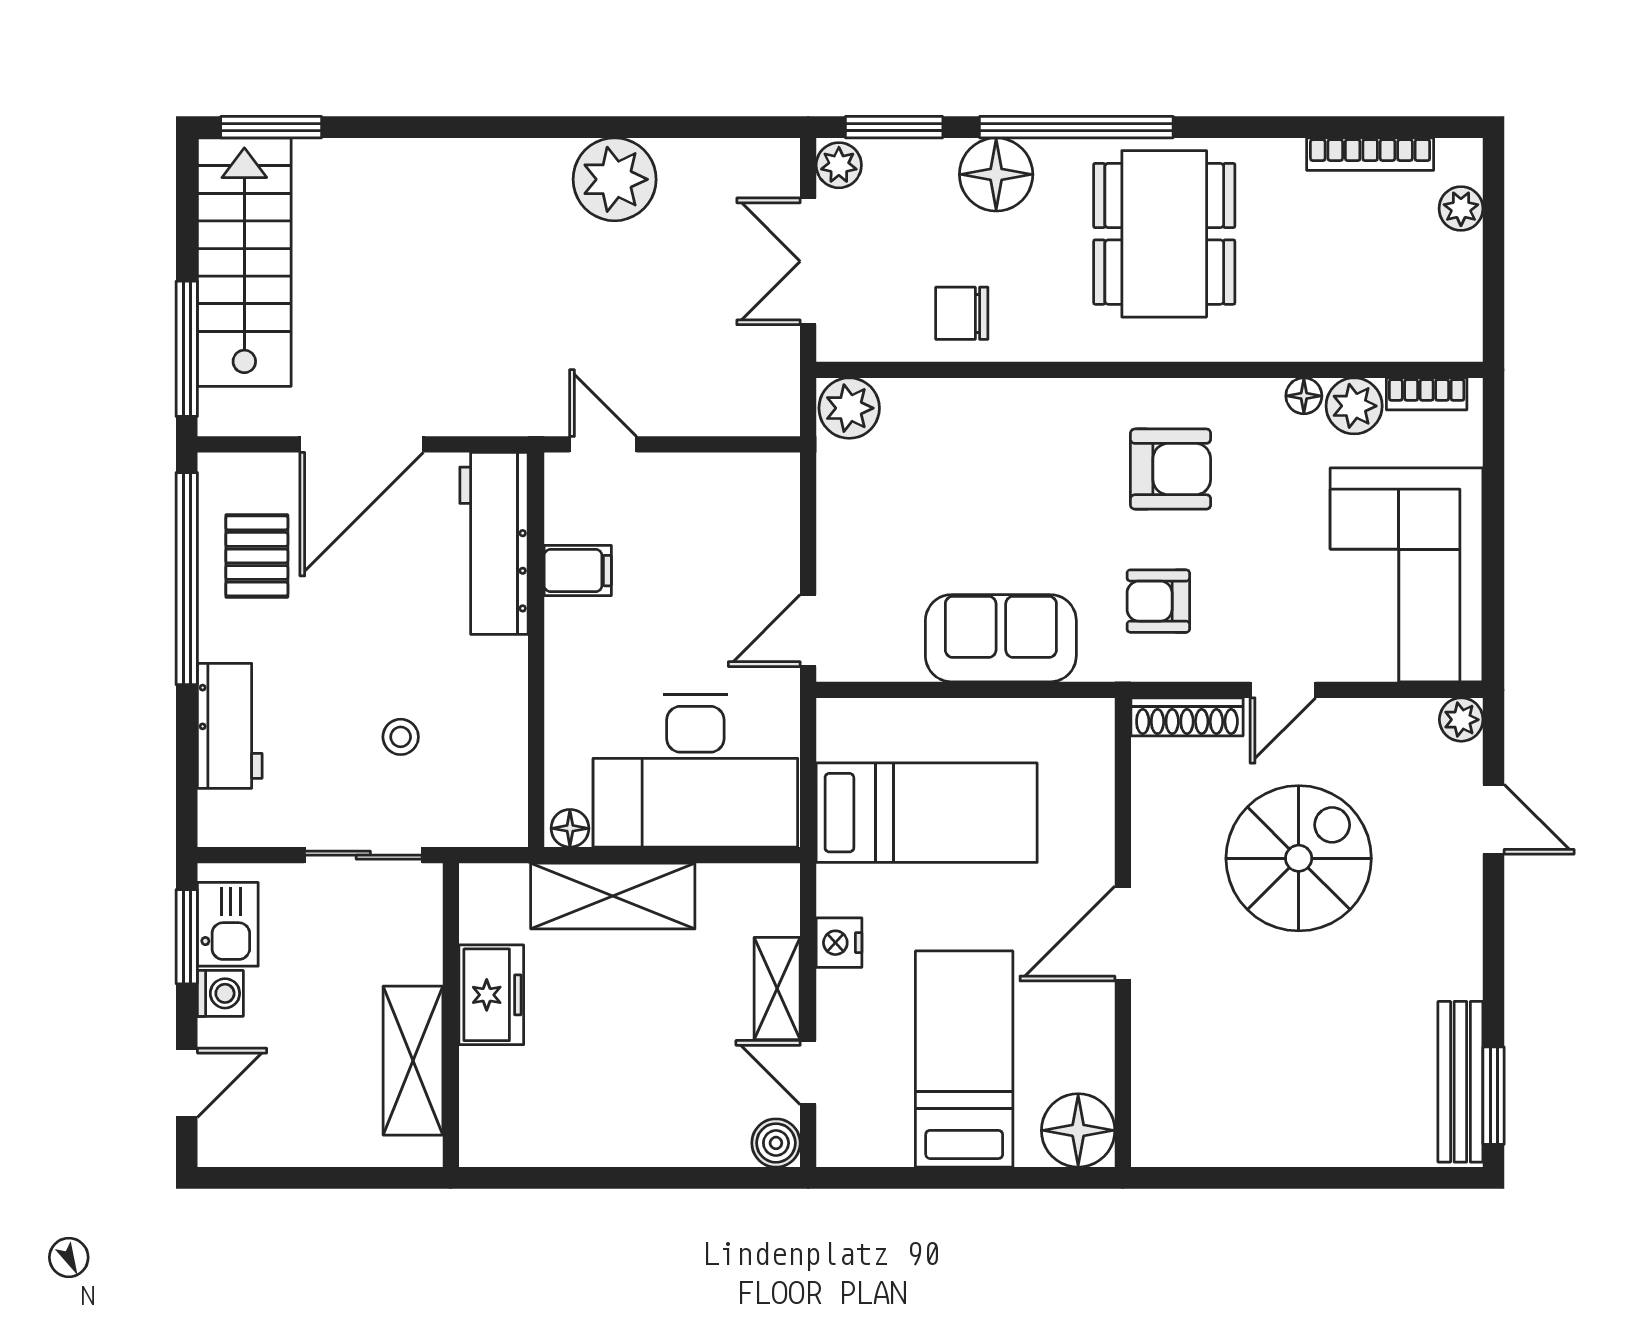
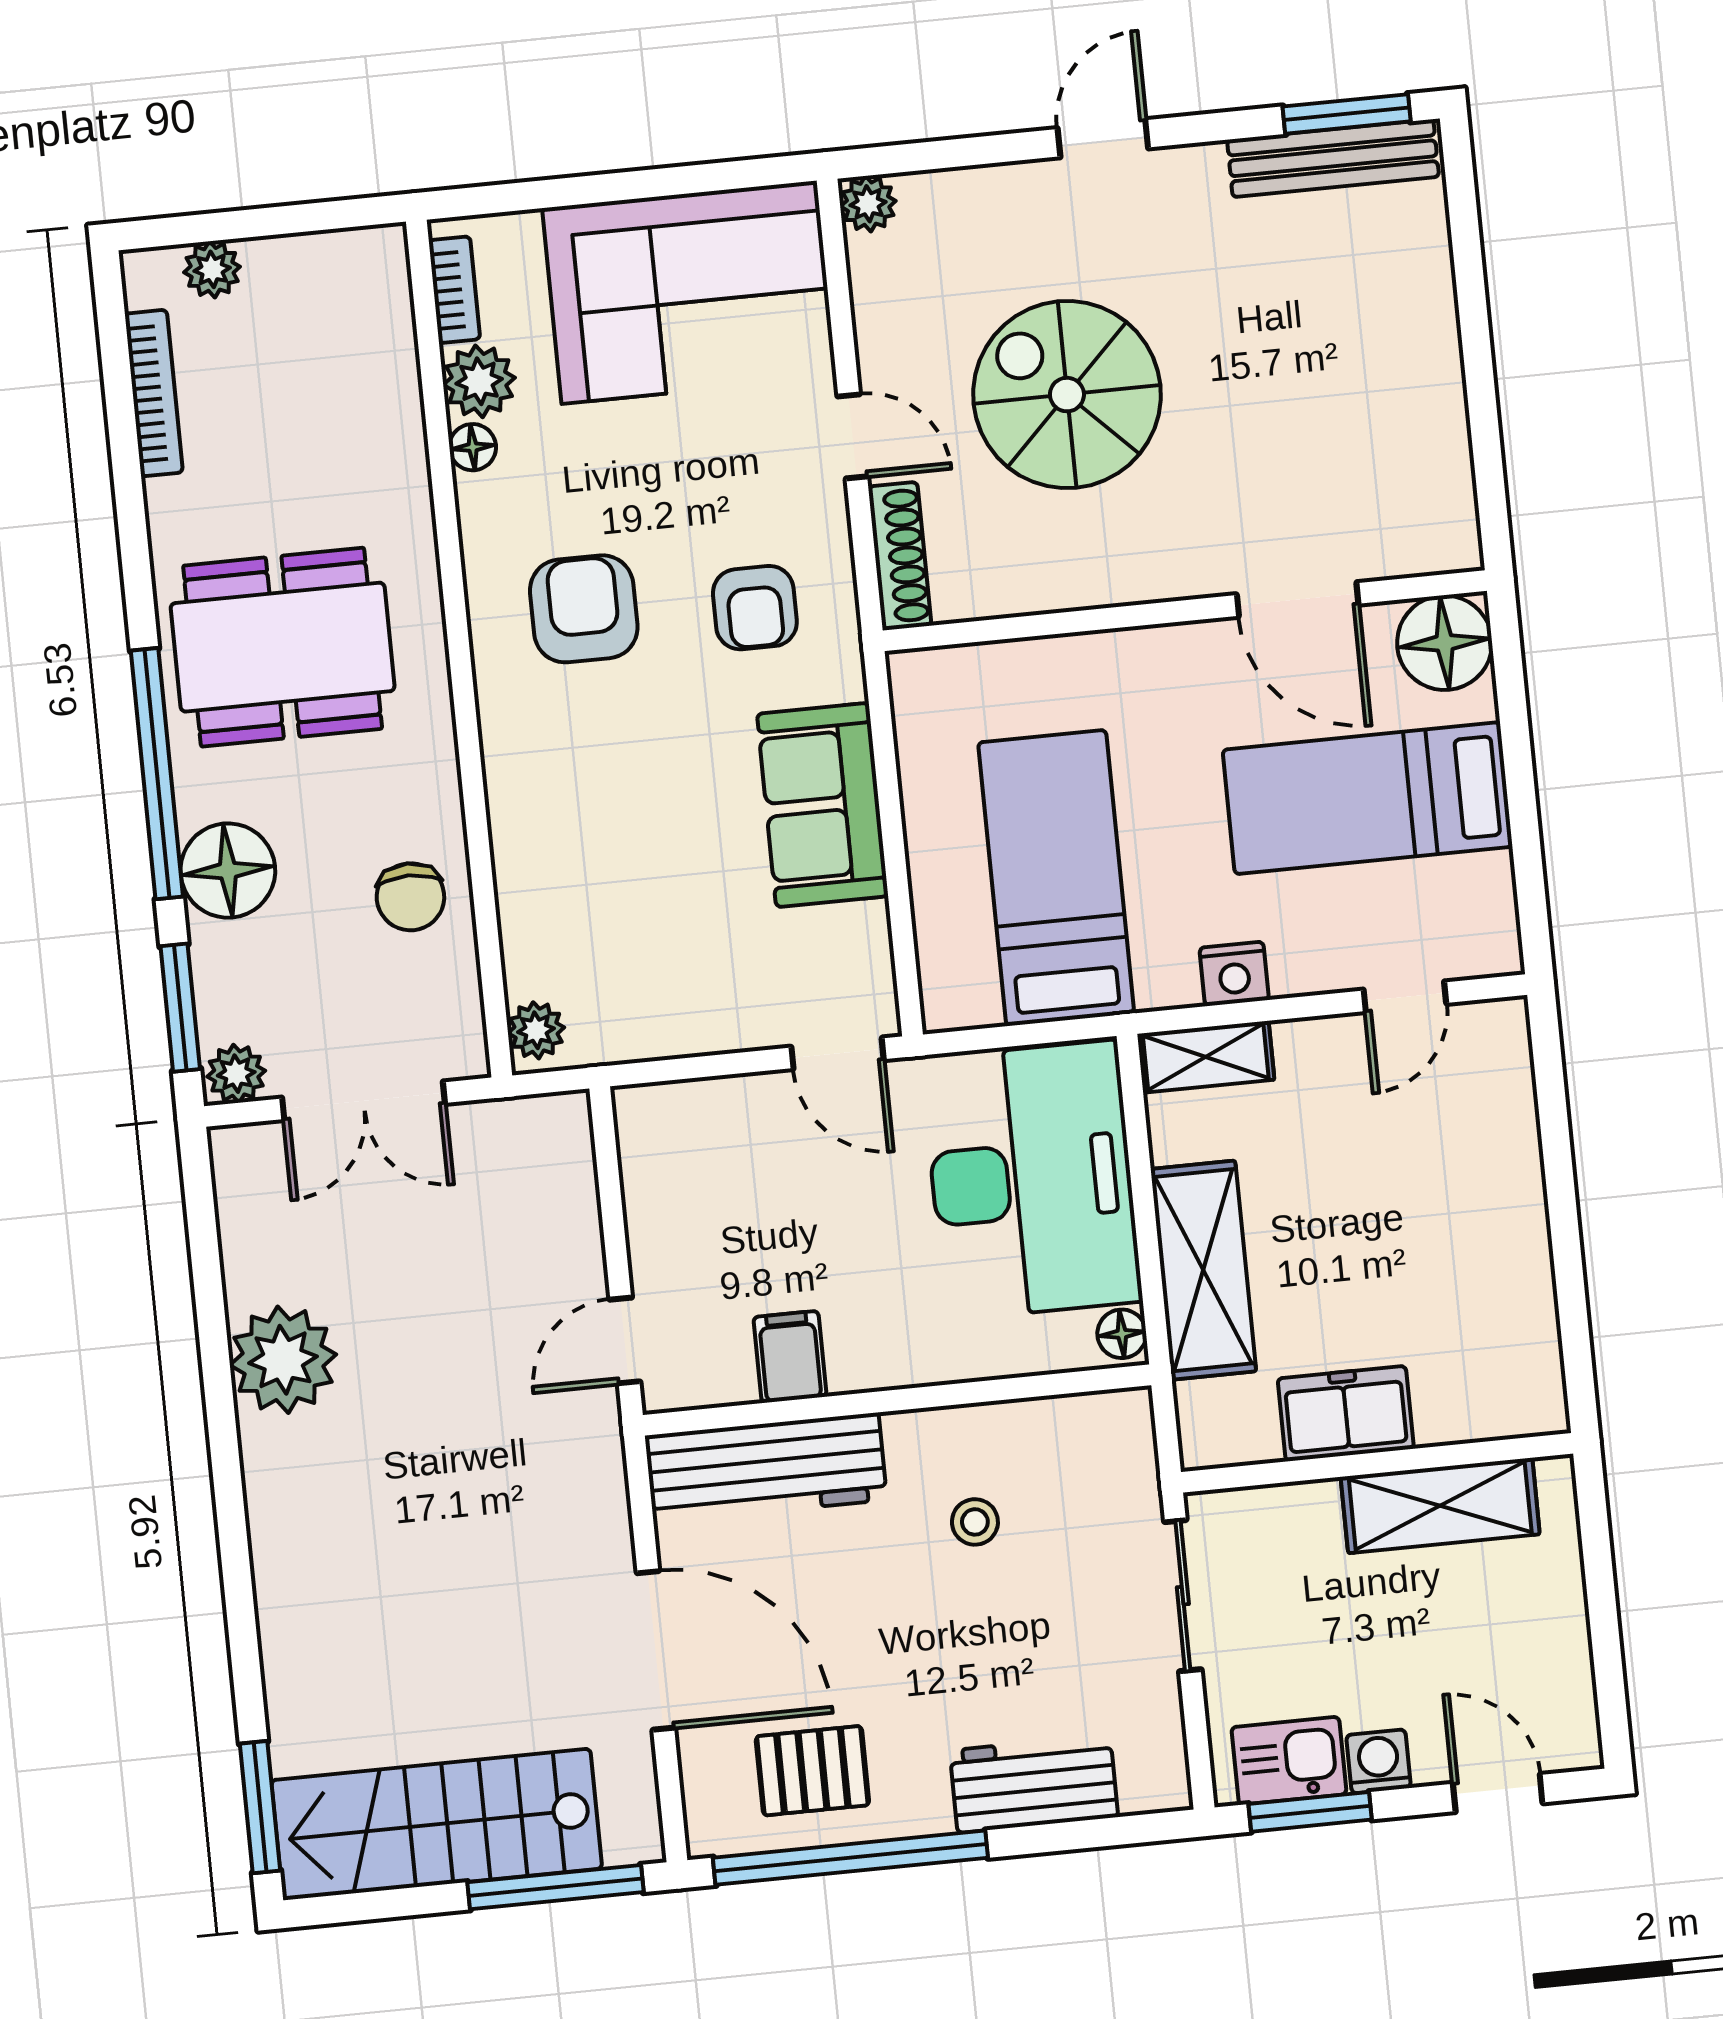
plant: (849, 408) -> (536, 1030), width x0.73, depth x0.73
stool: (401, 737) -> (975, 1522), moved
door: (1494, 819) -> (1103, 138), moved
door: (1123, 934) -> (1298, 599), moved
shelving: (777, 988) -> (1206, 1057), moved
boiler: (776, 1143) -> (1499, 1029), removed

